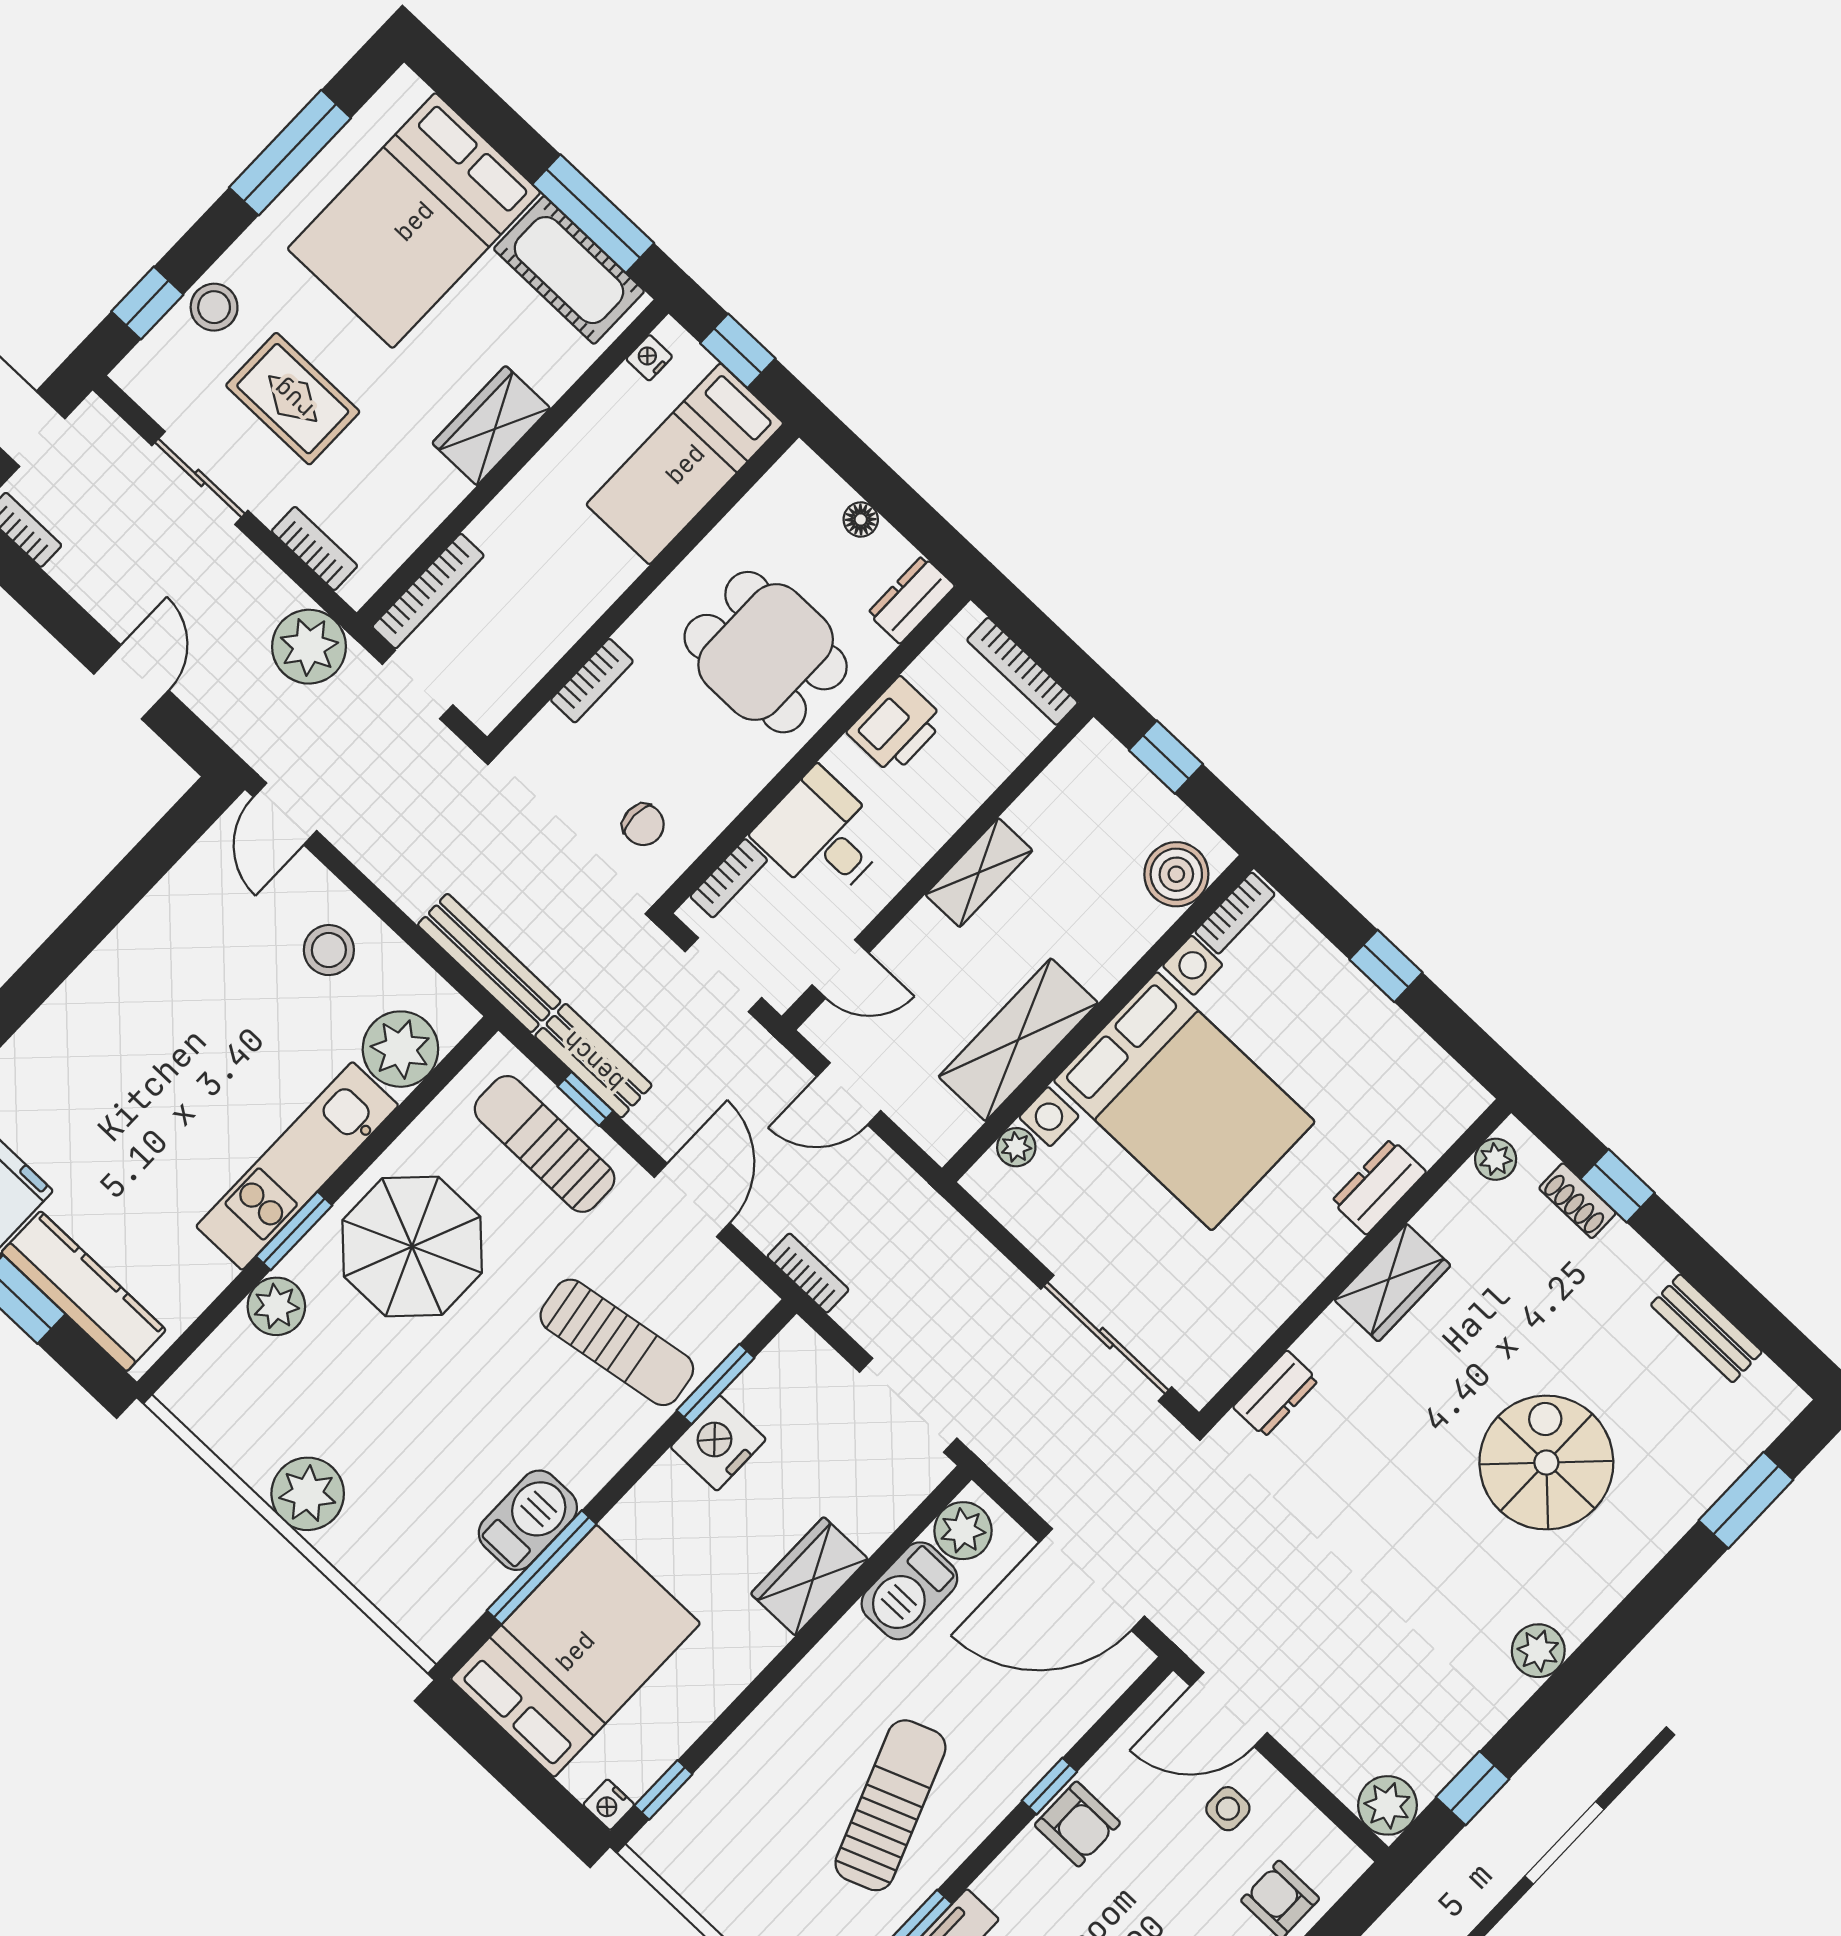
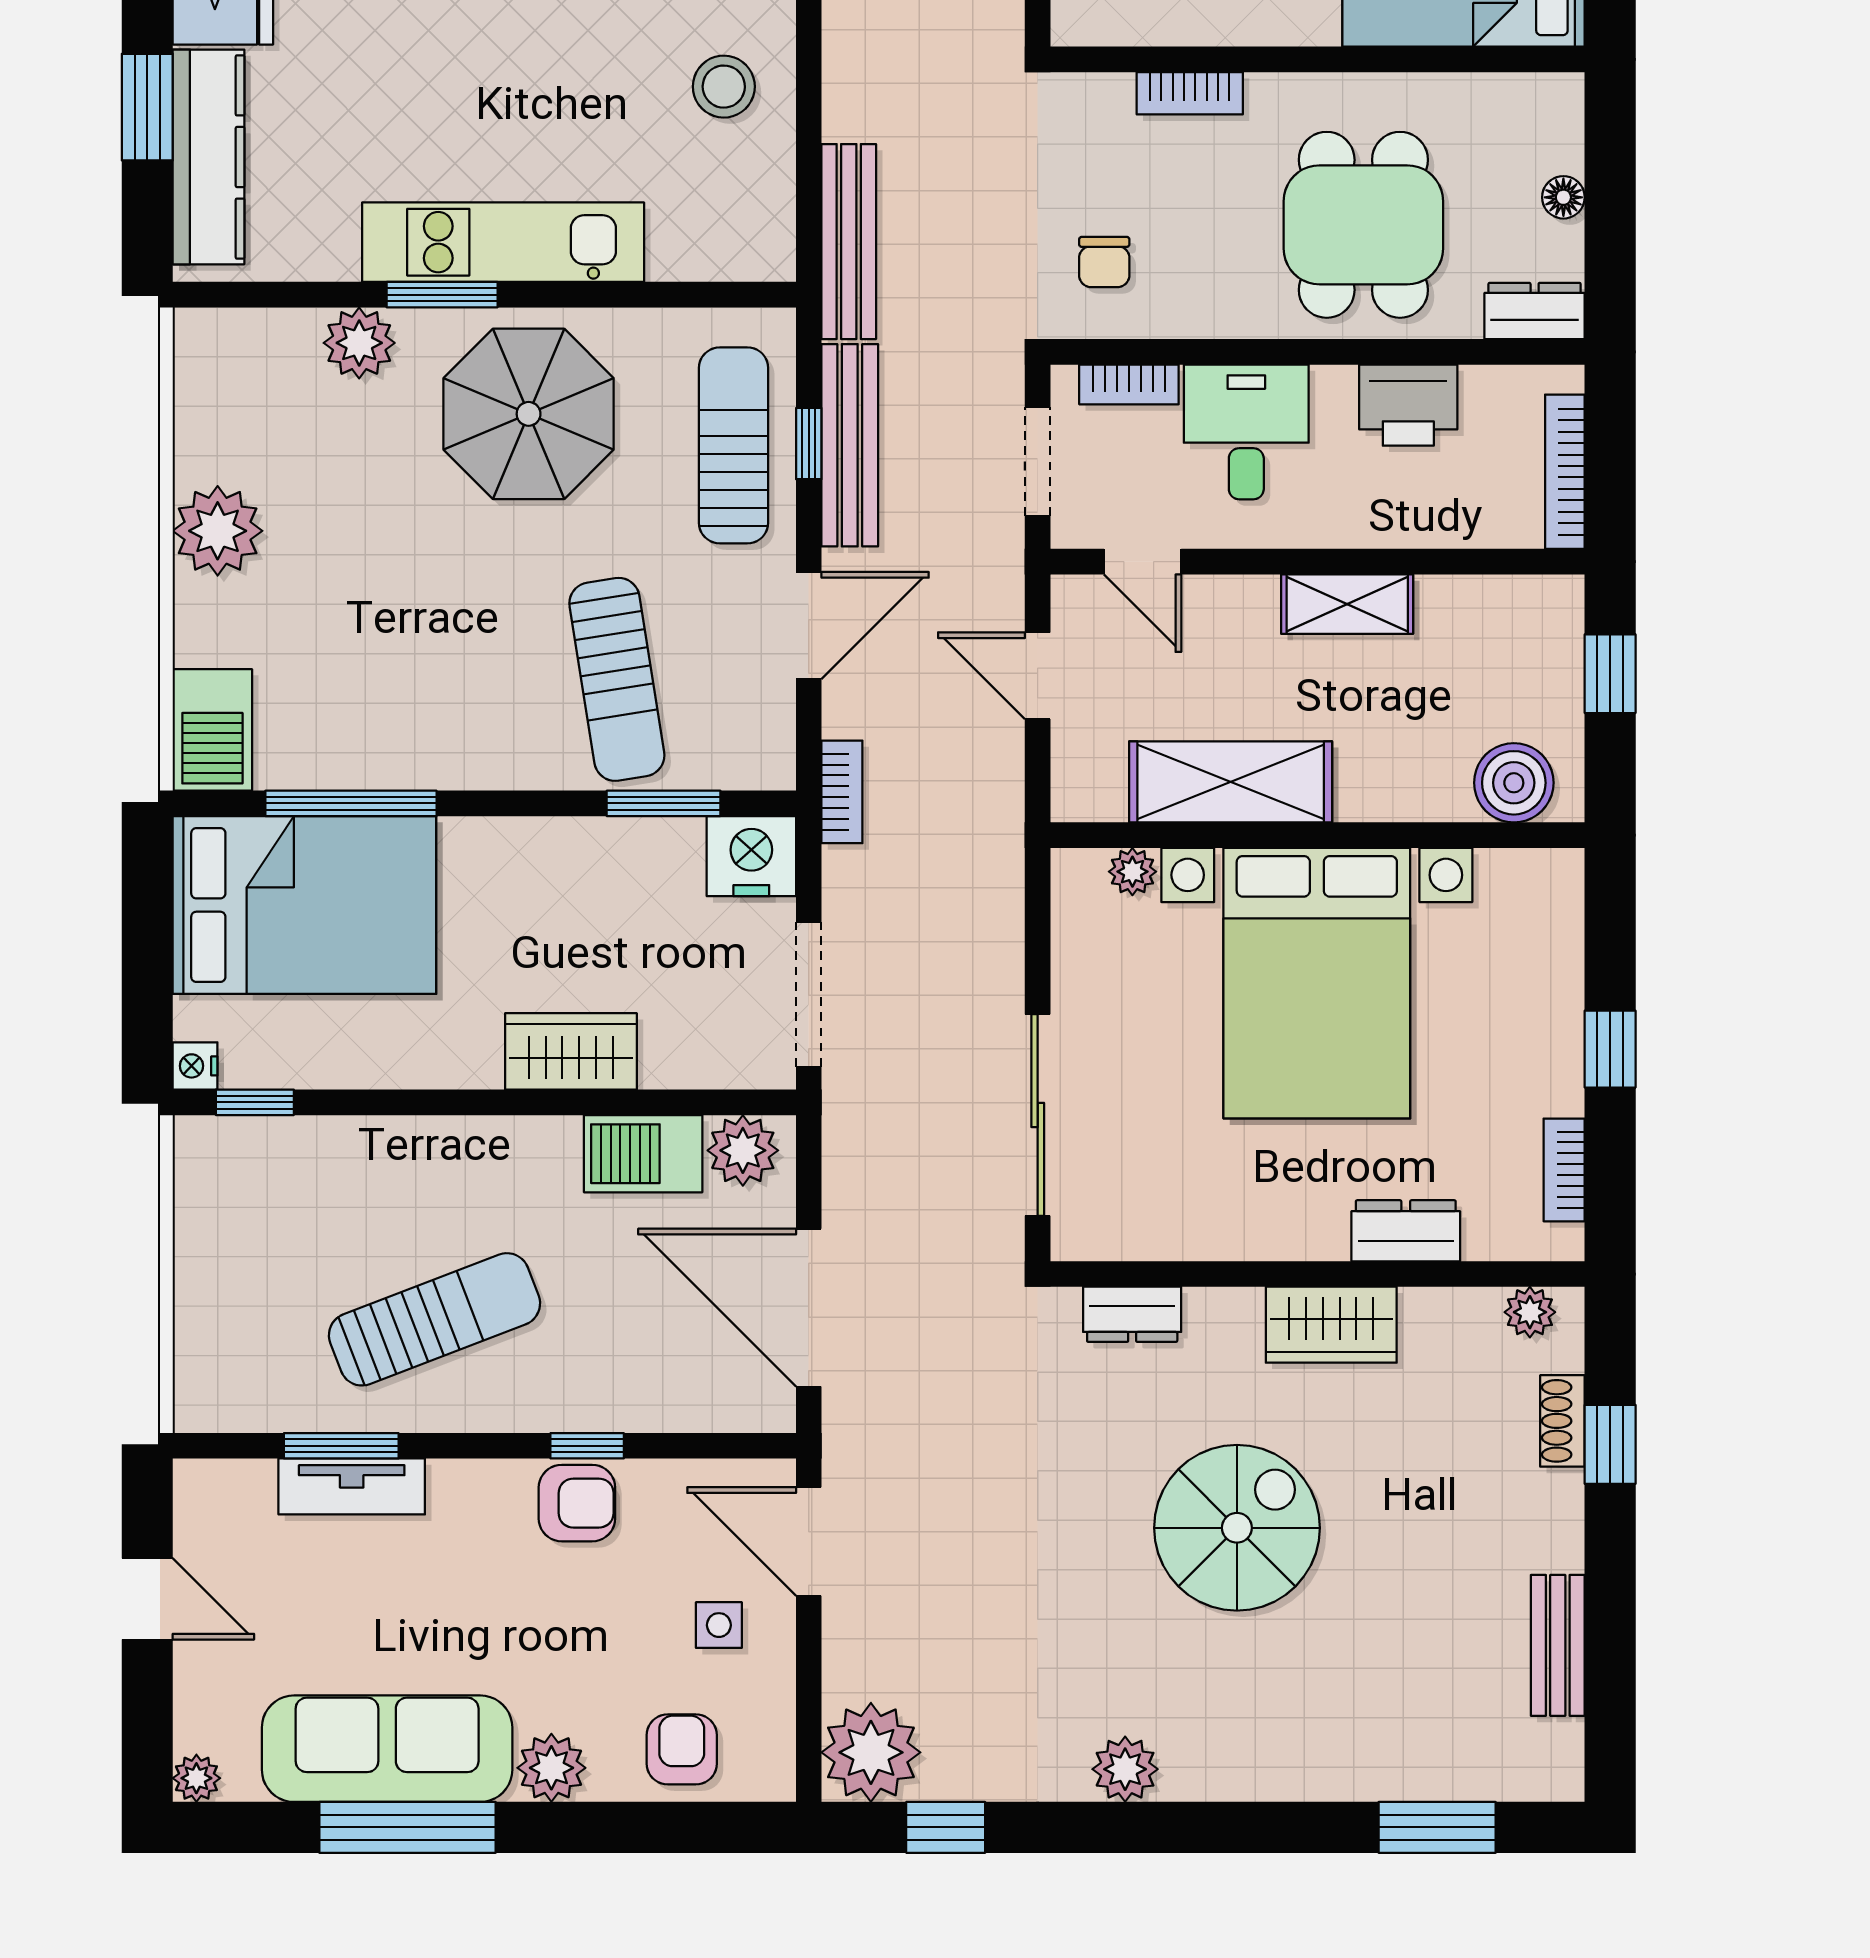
bookcase: (1235, 913) -> (1564, 1170), moved, turned 90
plant: (400, 1049) -> (696, 235), removed
bench: (593, 1061) -> (850, 445), width x1.36
nightstand: (718, 1443) -> (751, 856), moved
spiral stairs: (1546, 1463) -> (1237, 1528), moved
barbecue: (528, 1520) -> (212, 730), moved, turned 90
plant: (1387, 1805) -> (871, 1752), width x1.36, depth x1.36
armchair: (1077, 1824) -> (577, 1503), turned -90

